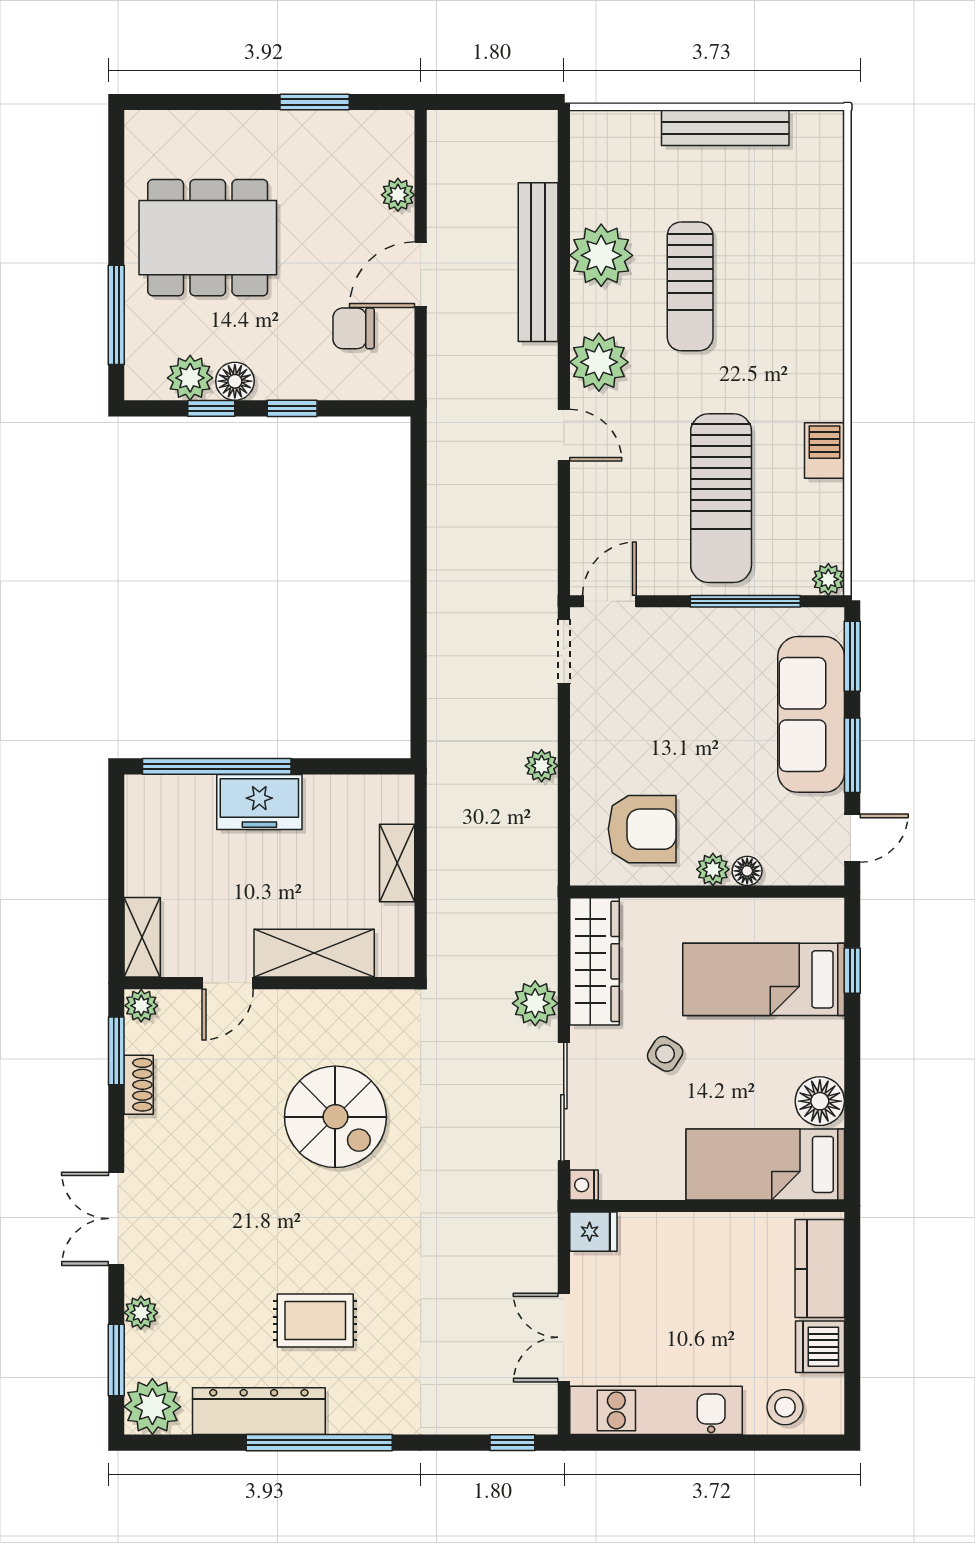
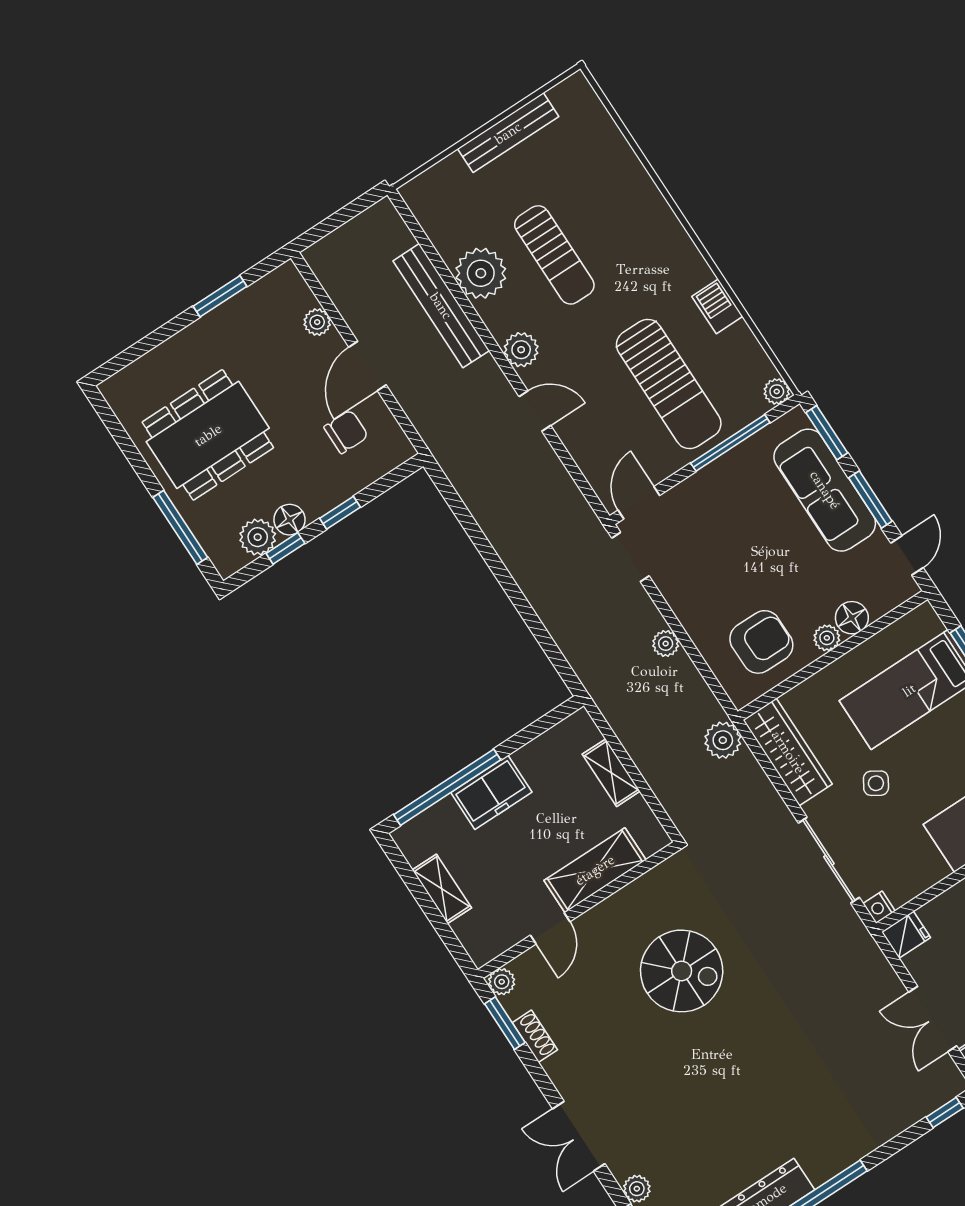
chair: (354, 328) -> (346, 432), turned 180
plant: (599, 362) -> (521, 350), width x0.73, depth x0.73
floor lamp: (747, 871) -> (852, 618), width x1.37, depth x1.37
shelving: (142, 937) -> (442, 889), moved
plant: (535, 1003) -> (723, 740), moved
rug: (315, 1320) -> (758, 1117), removed

